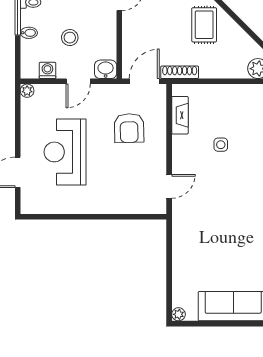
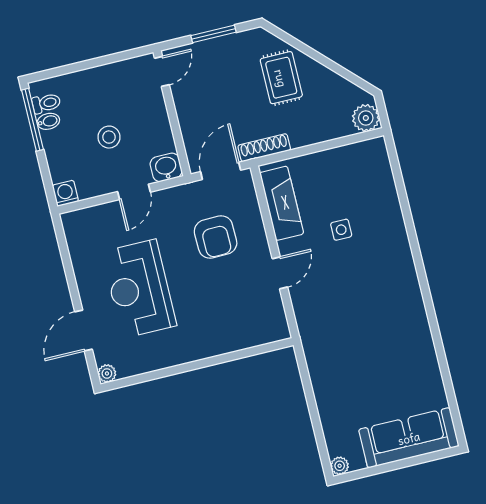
bidet: (29, 33) -> (48, 121), moved
washing machine: (47, 70) -> (65, 193), moved
plant: (27, 91) -> (107, 373), moved
fireplace: (180, 115) -> (282, 203), width x1.37, depth x1.32
door: (169, 186) -> (280, 273), moved

